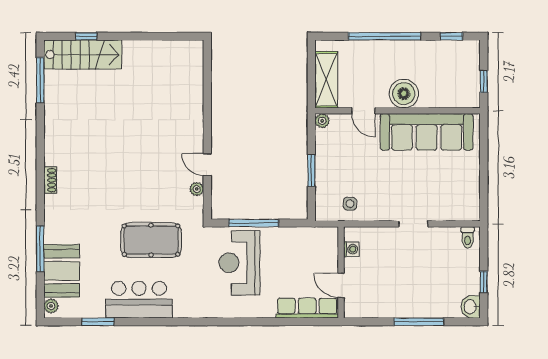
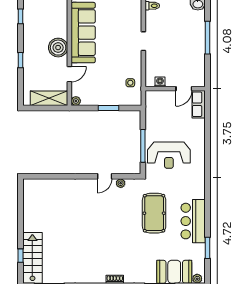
window: (385, 36) -> (21, 60), width x0.32
row of seats: (307, 308) -> (199, 104), width x0.68

